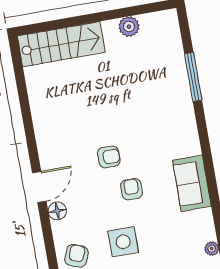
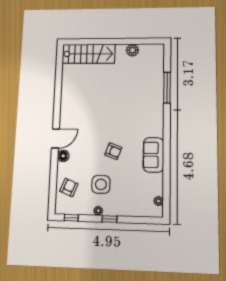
armchair: (109, 157) -> (103, 128), removed
armchair: (131, 189) -> (113, 151), turned 110

